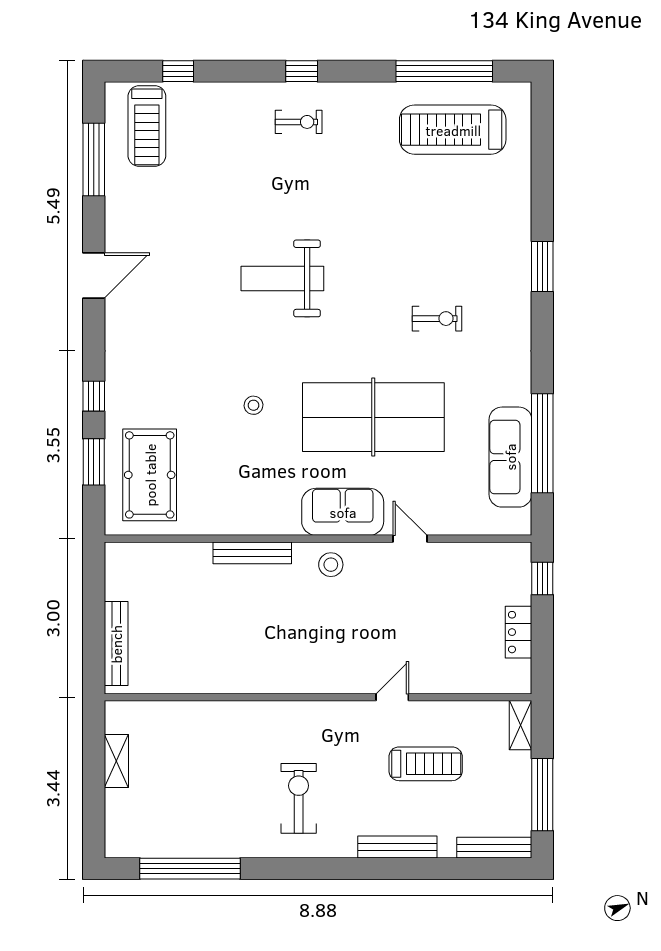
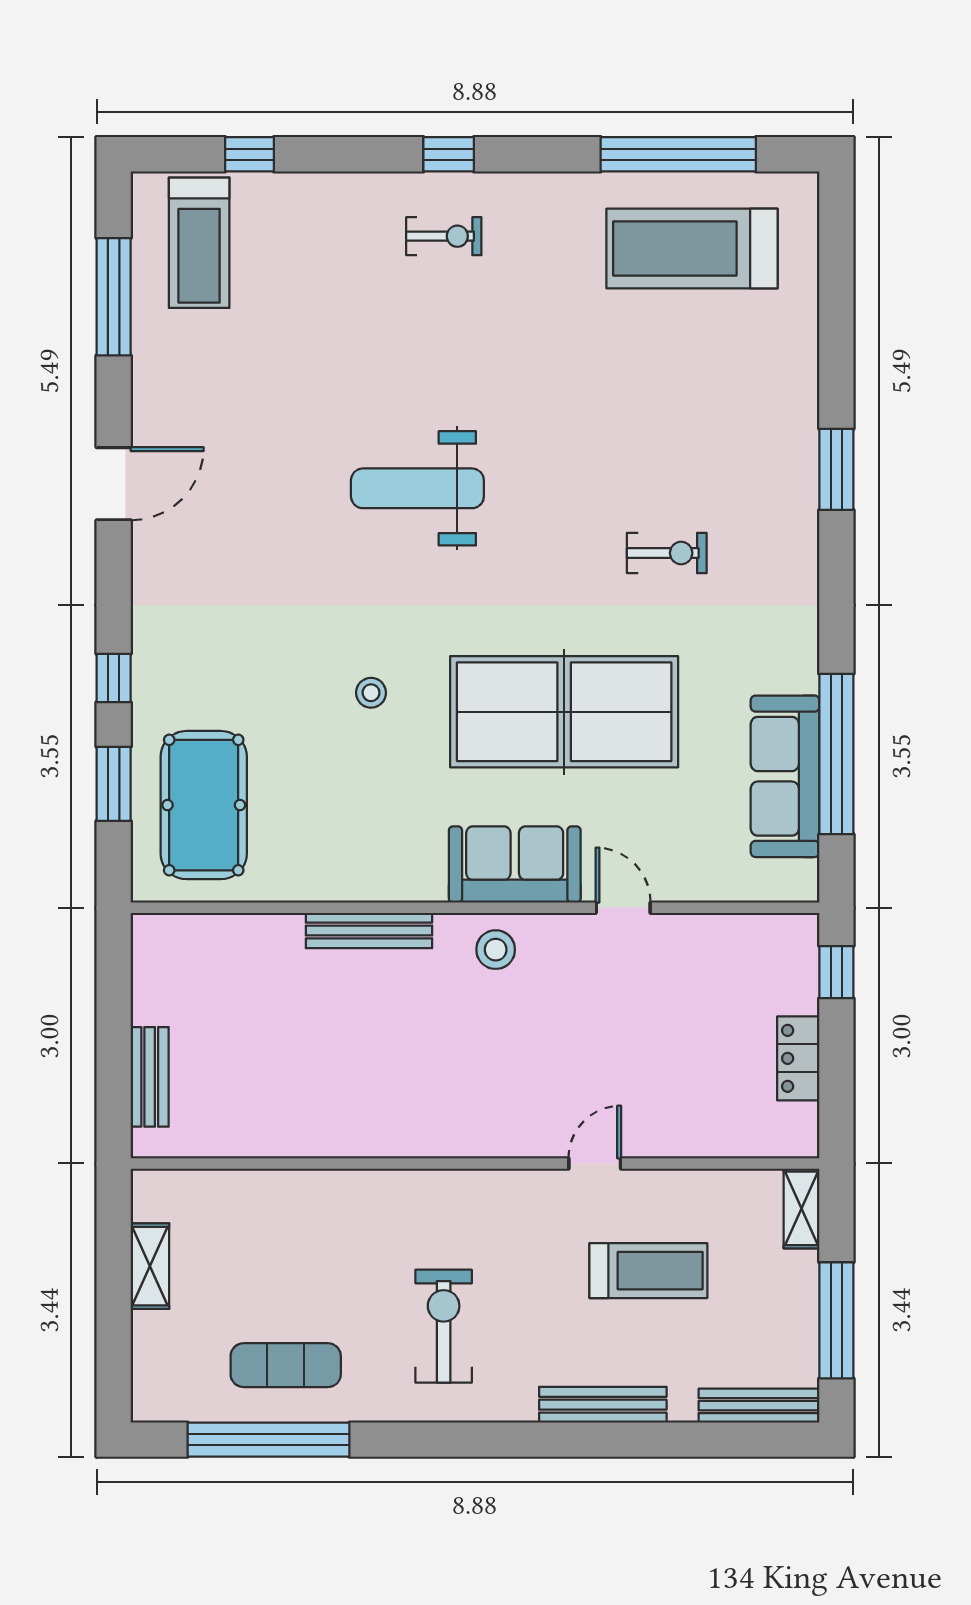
bench: (116, 644) -> (150, 1077), width x0.73
exercise mat: (201, 822) -> (286, 1365), added

